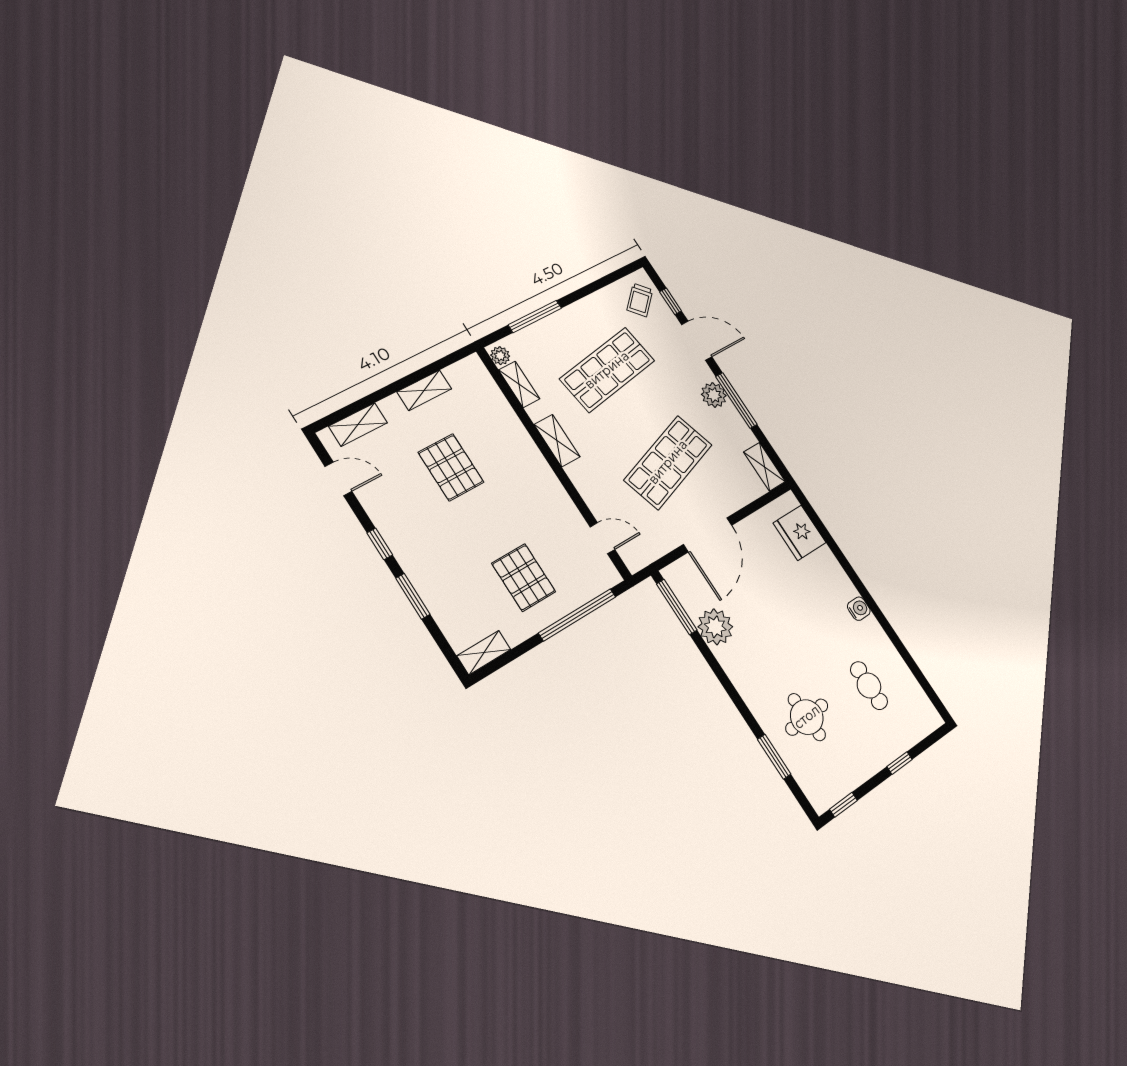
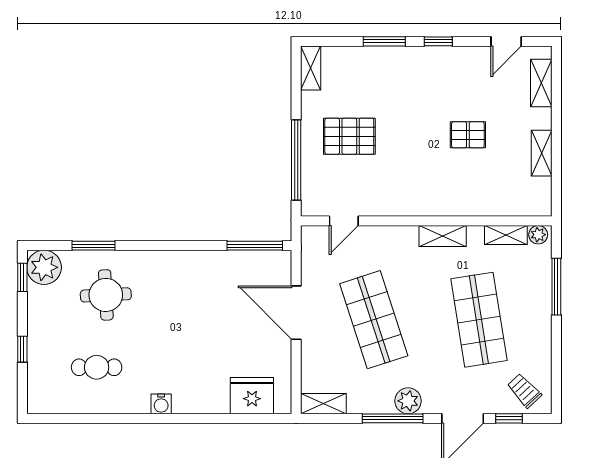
pallet: (451, 467) -> (468, 135), width x0.67, depth x0.71
plant: (715, 627) -> (44, 267), moved

